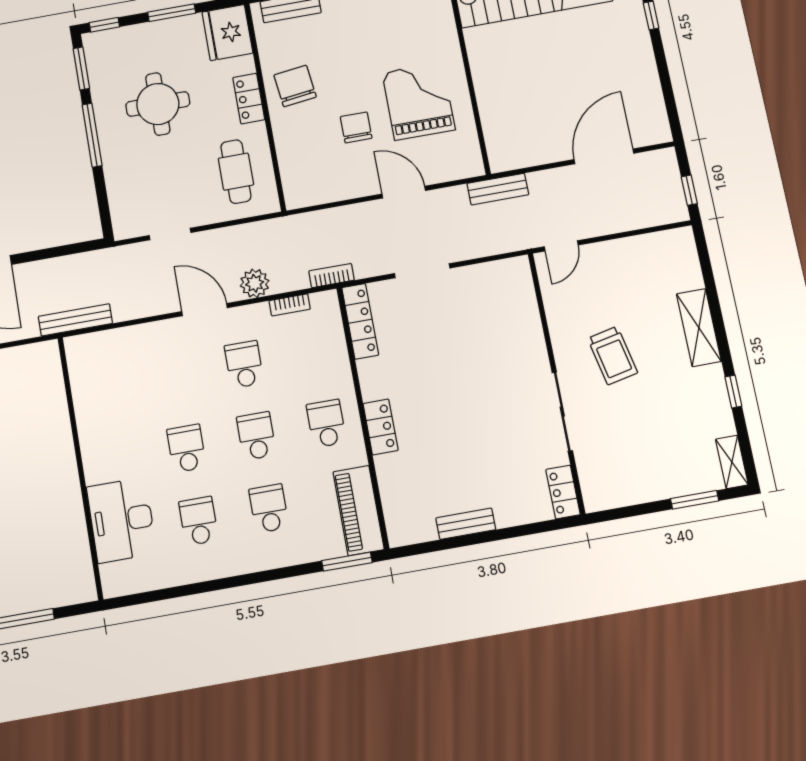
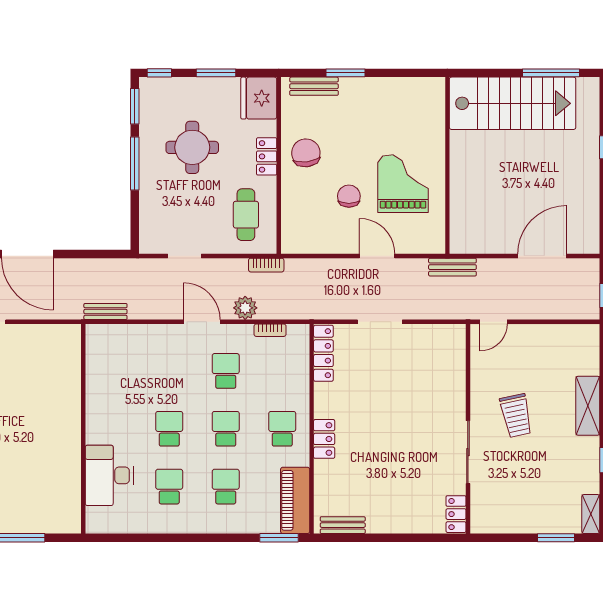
bookcase: (331, 276) -> (266, 265), moved, turned 180
bench: (75, 320) -> (105, 312), width x0.73
bench: (466, 524) -> (343, 525), moved

